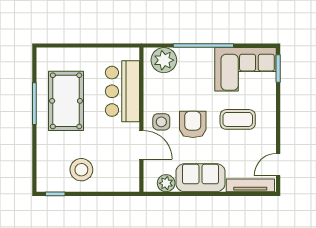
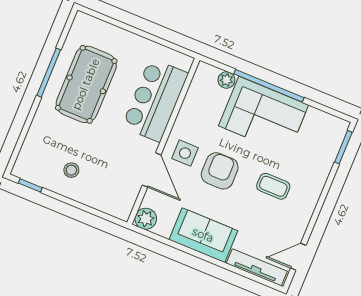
plant: (164, 60) -> (226, 80), width x0.53, depth x0.53
corner sofa: (246, 69) -> (263, 115), moved
coffee table: (238, 119) -> (273, 186), width x0.73, depth x0.77
stool: (81, 170) -> (71, 170), width x0.53, depth x0.53
plant: (166, 183) -> (146, 219), moved

